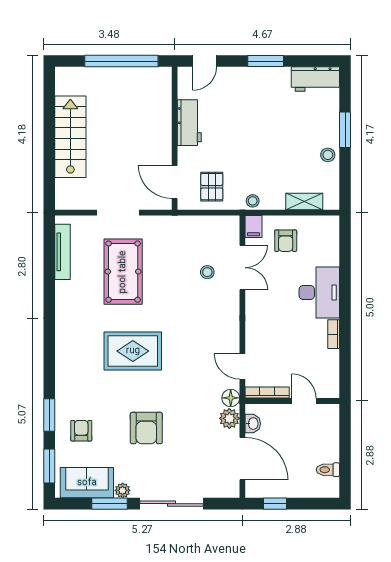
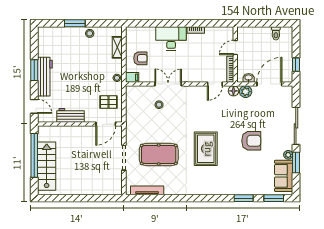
workbench: (315, 79) -> (45, 77), moved, width x1.37
stairs: (70, 137) -> (47, 166), moved, turned 90
double door: (242, 268) -> (168, 84), moved
armchair: (81, 431) -> (253, 179), removed

